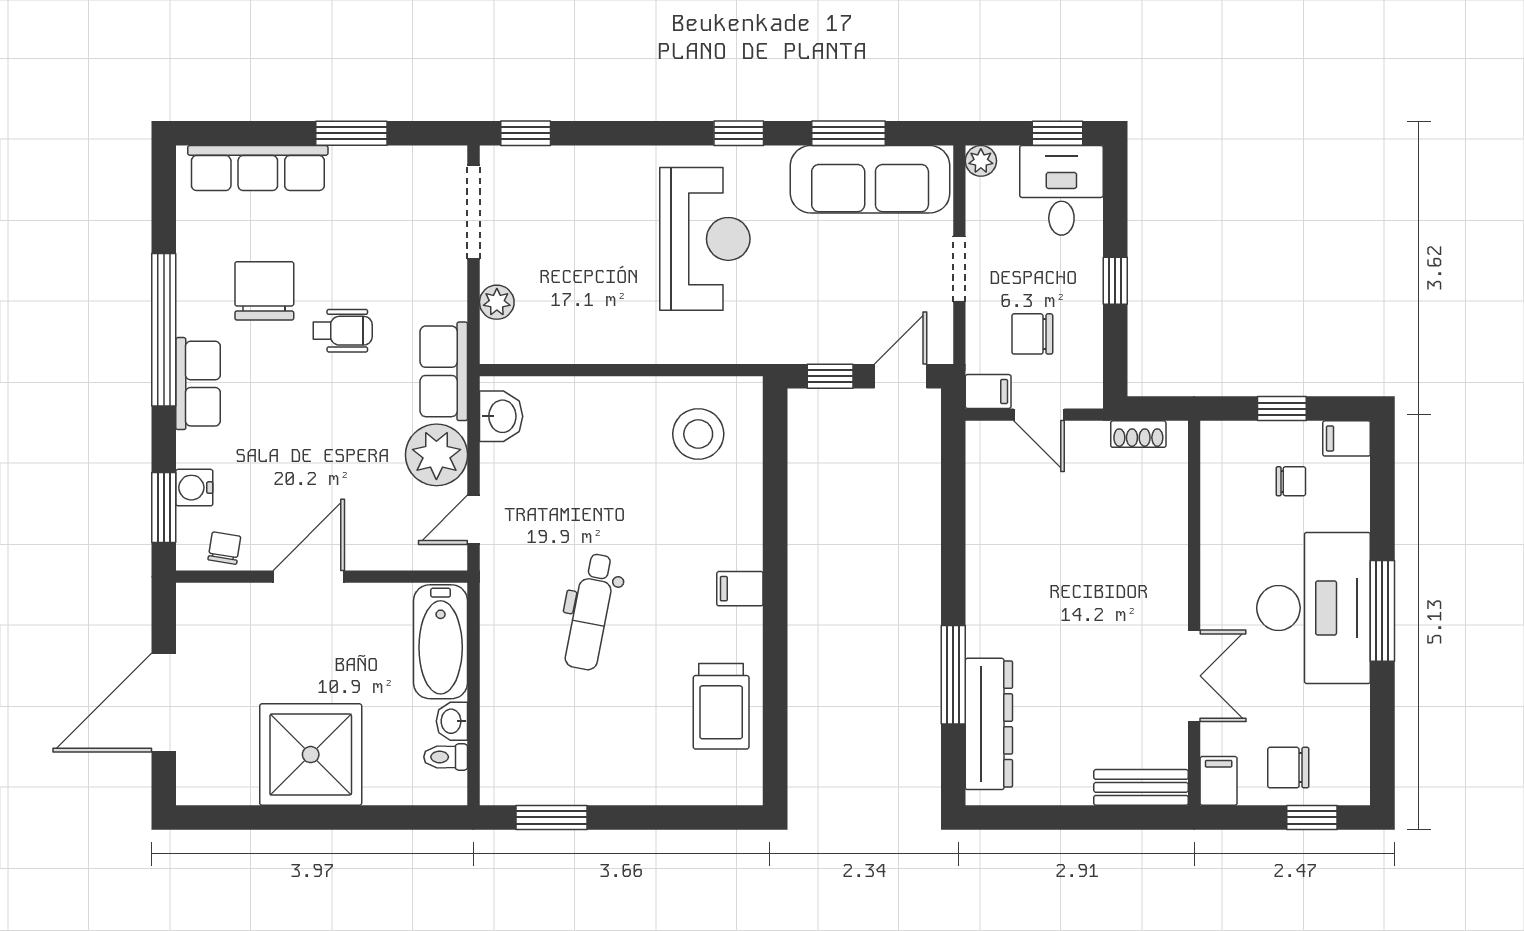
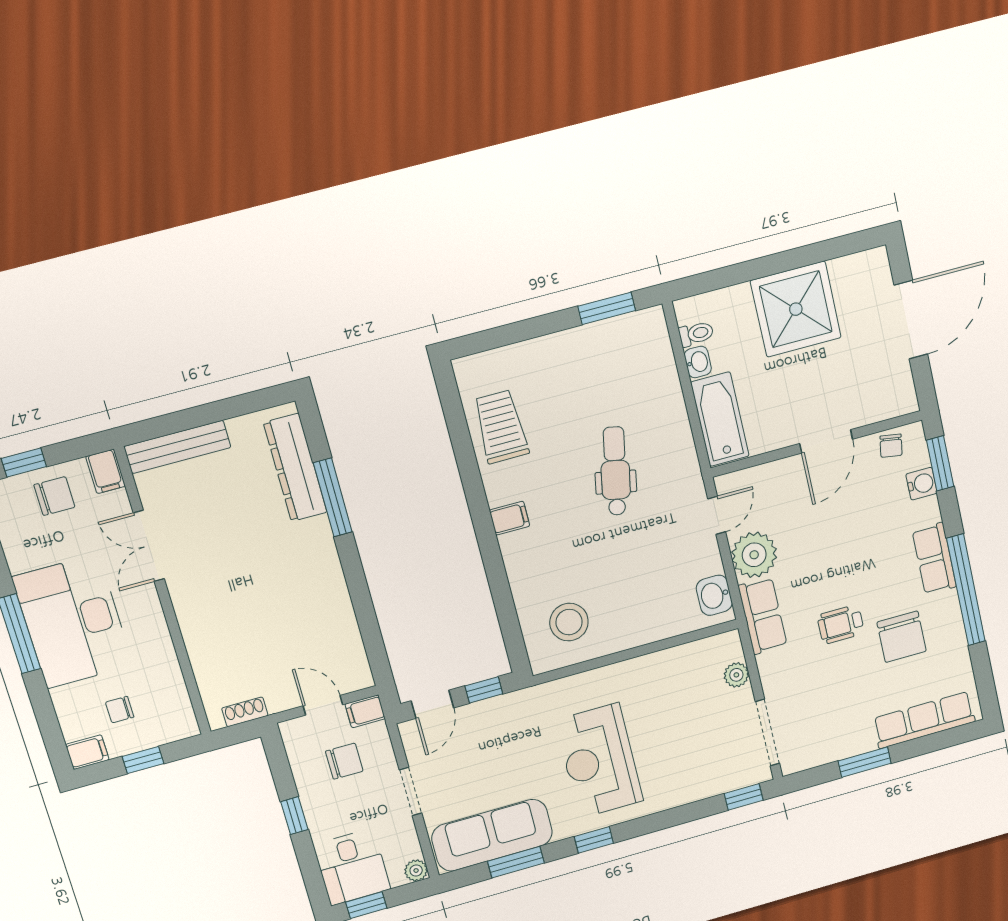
bench: (1141, 787) -> (177, 447), width x1.36

